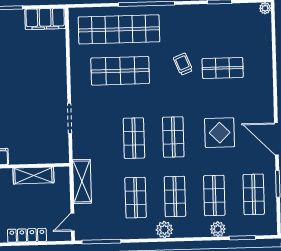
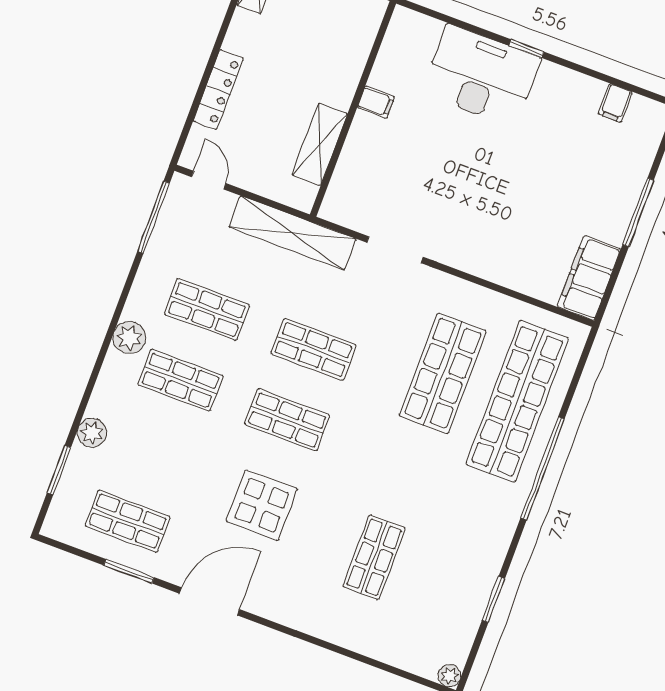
trolley: (183, 64) -> (409, 490), removed
shelving: (82, 181) -> (293, 233), width x1.47
shop shelf: (214, 195) -> (154, 451), removed

